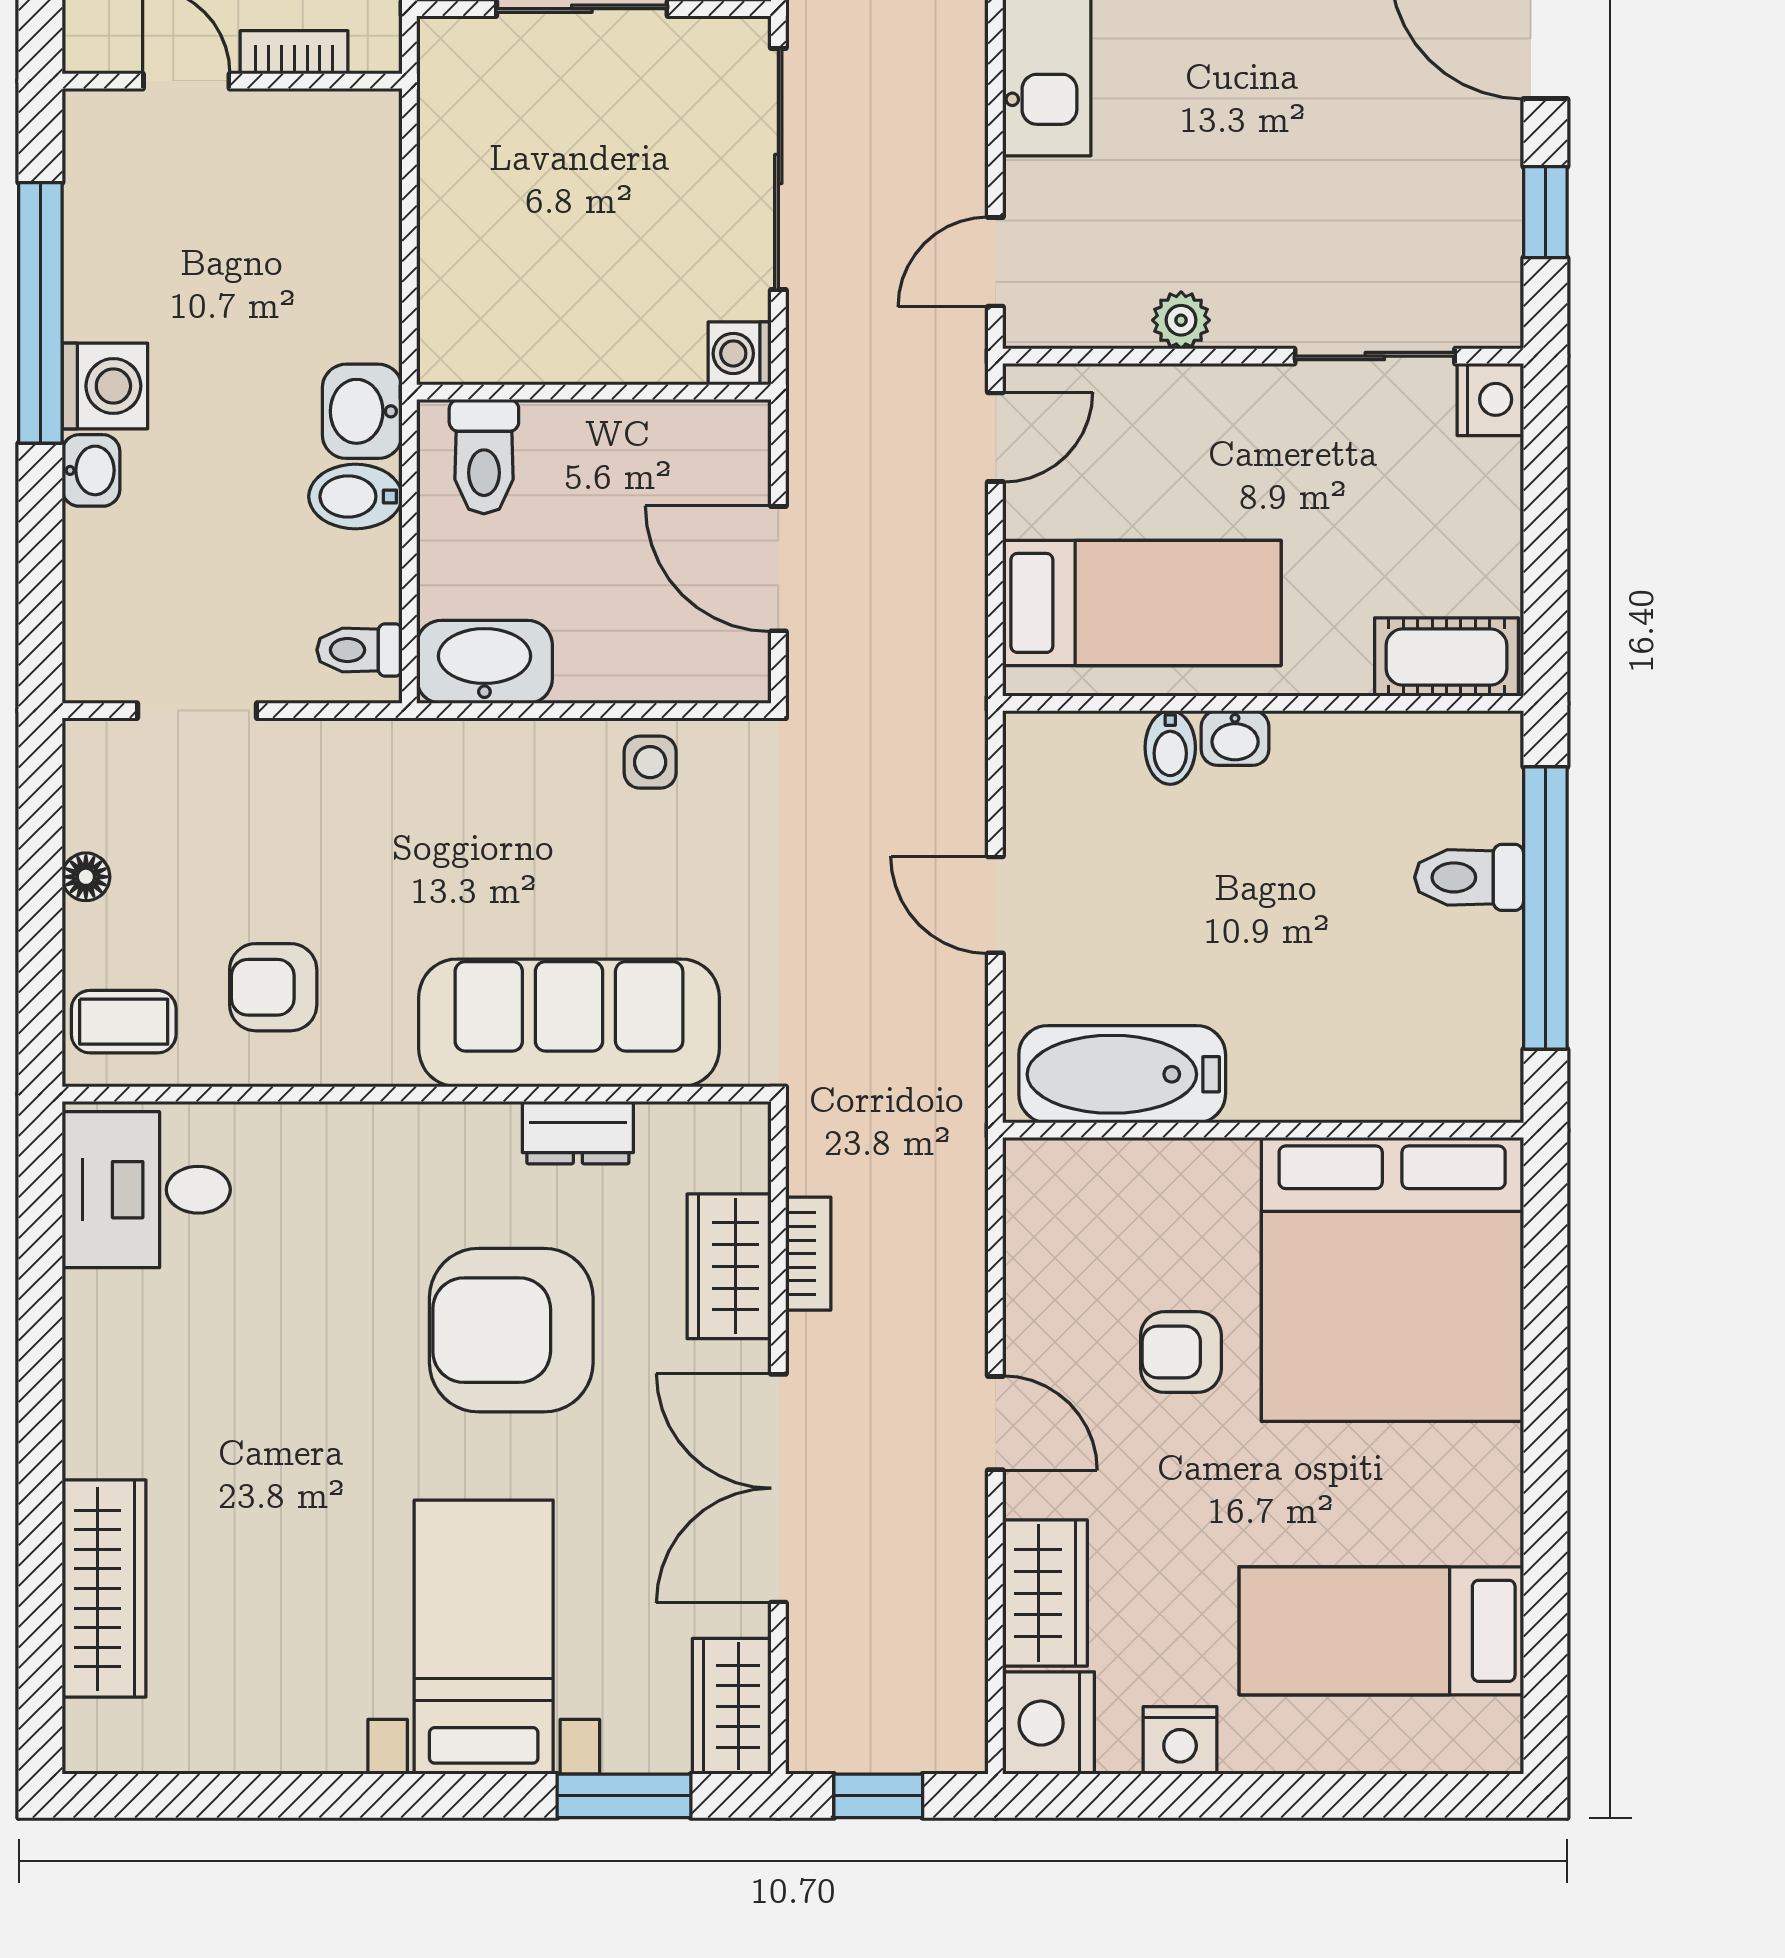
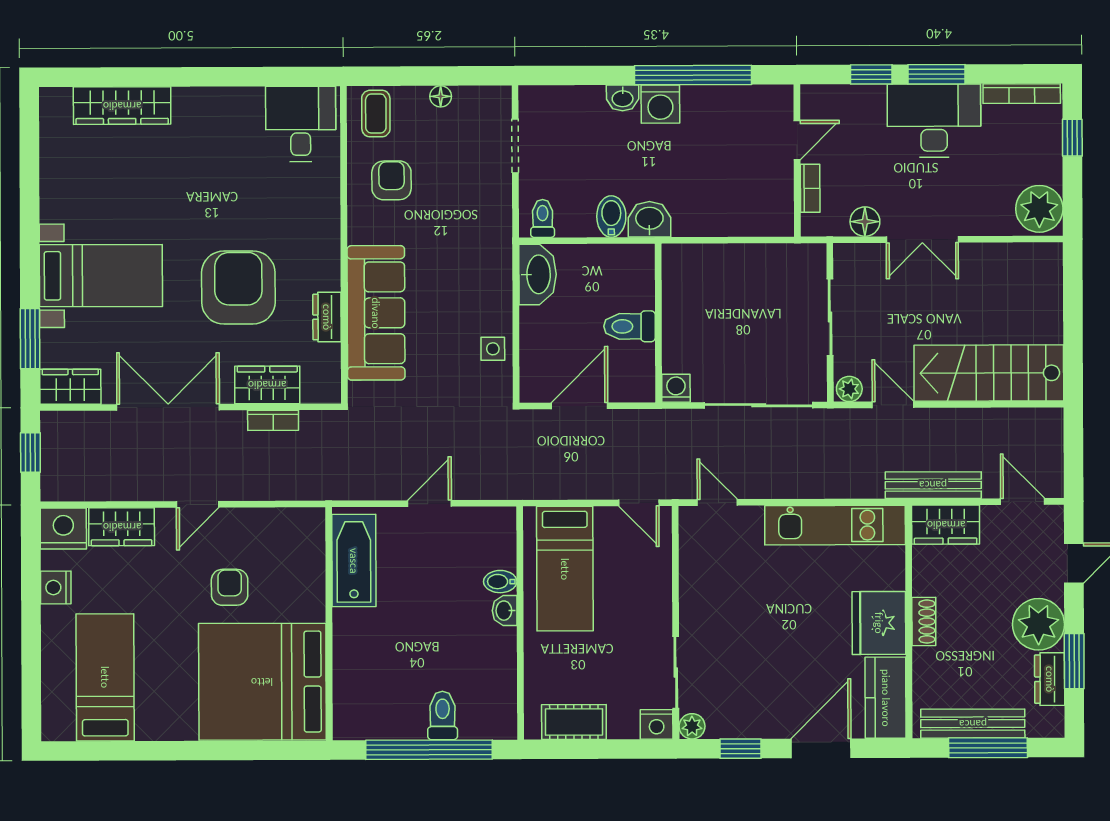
plant: (1181, 320) -> (692, 726), moved
toilet: (484, 457) -> (630, 326), moved
cot: (1446, 657) -> (574, 722), moved, turned 90

